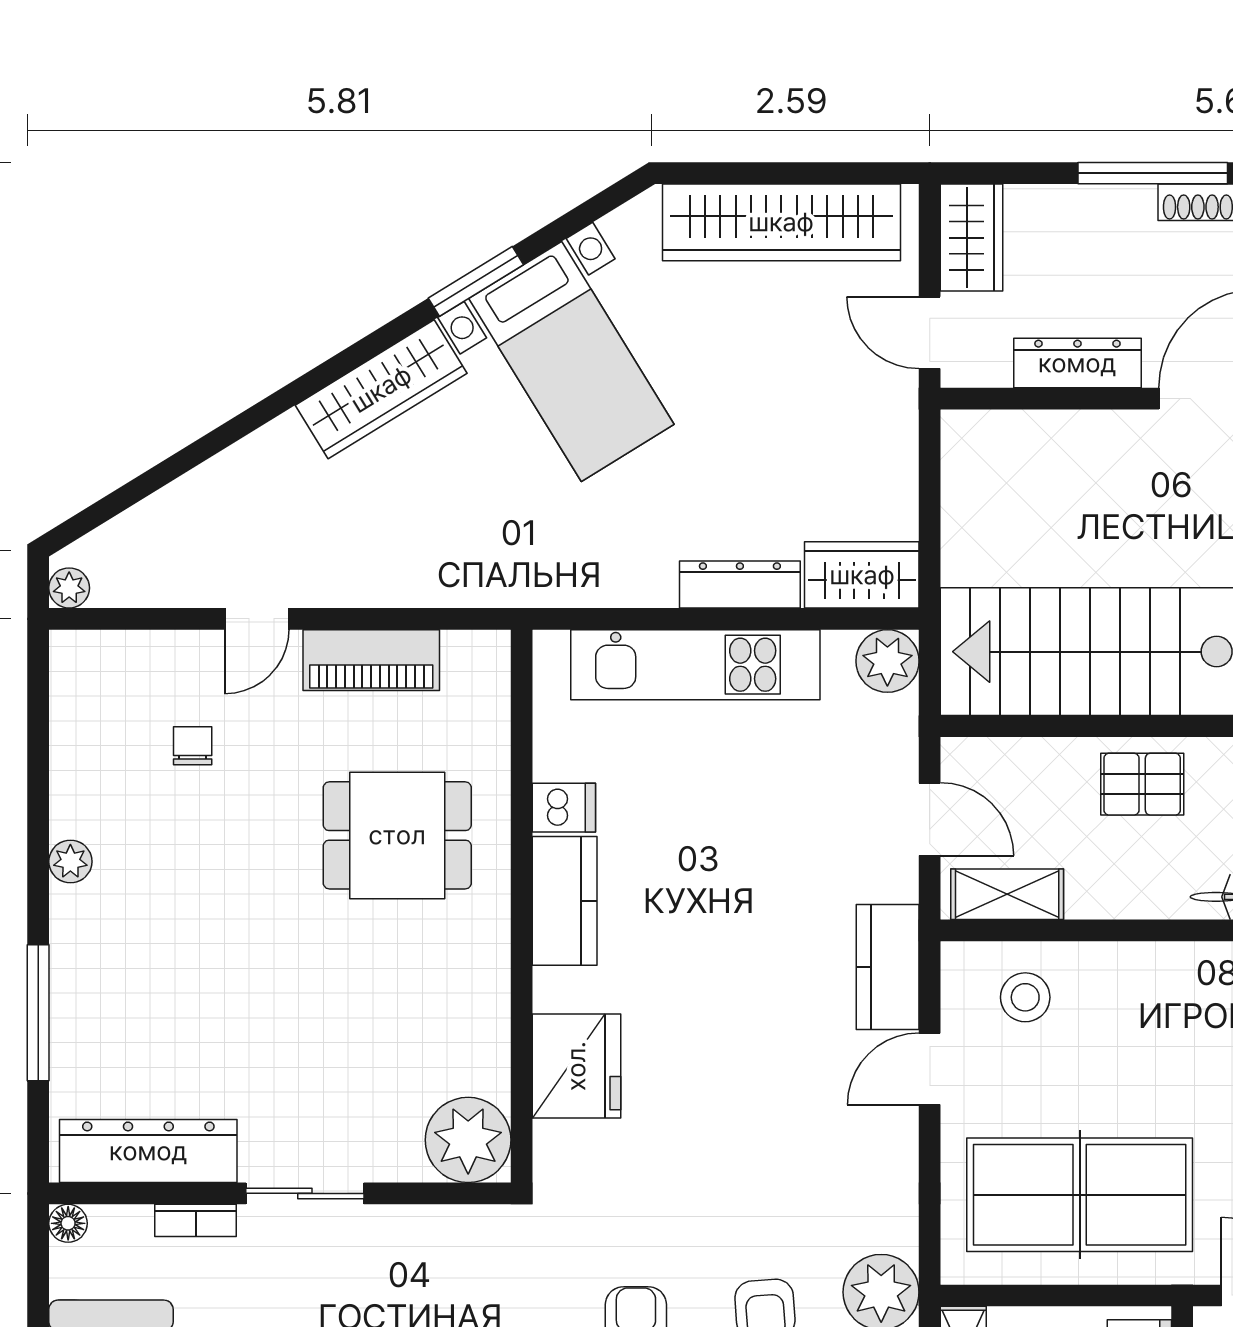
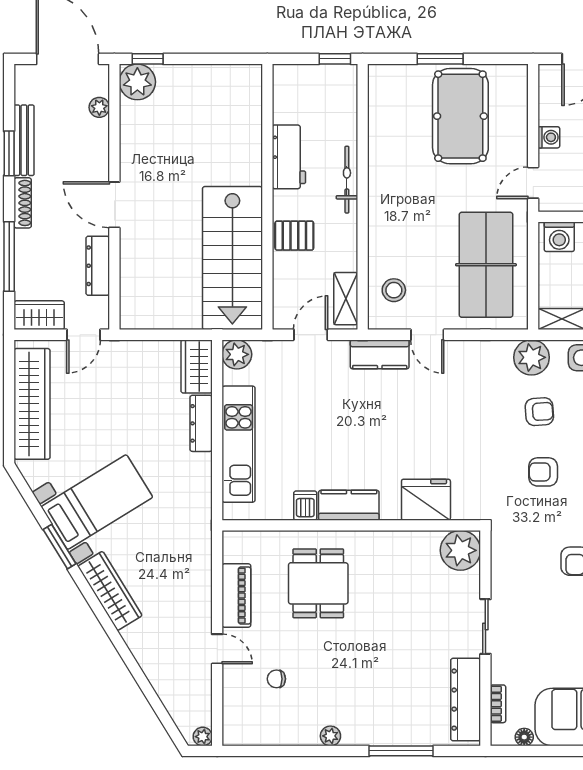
window: (1153, 173) -> (9, 257), moved
pallet: (1142, 784) -> (294, 236), turned 90
bookcase: (196, 1220) -> (498, 704), moved
floor lamp: (68, 1223) -> (524, 737), moved

